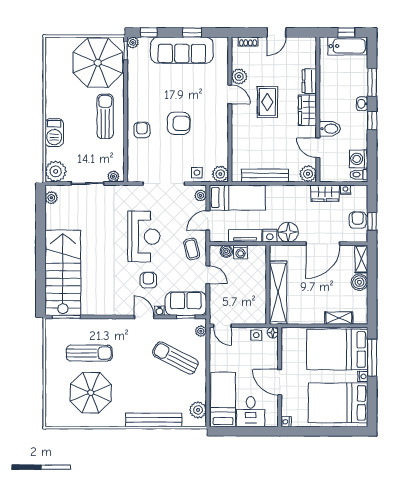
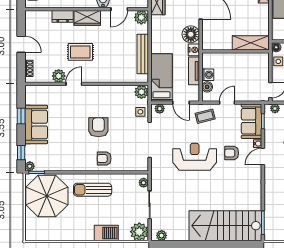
sofa: (182, 50) -> (36, 125), width x0.73
shelving: (278, 293) -> (251, 43), width x0.68

